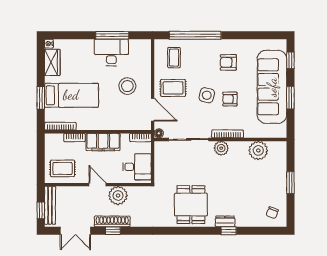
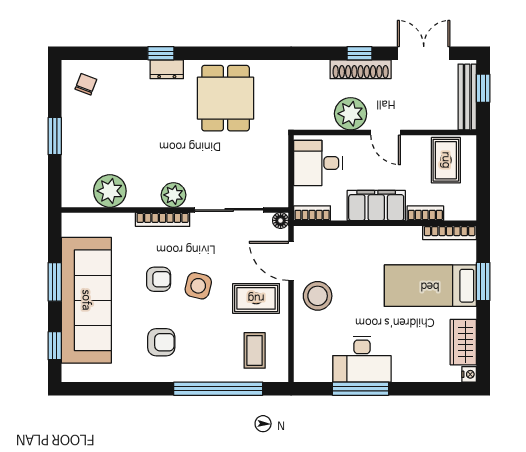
stool: (127, 86) -> (318, 296), moved
rug: (62, 168) -> (446, 160), turned 90

